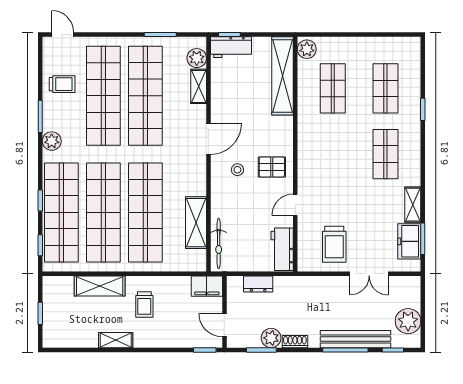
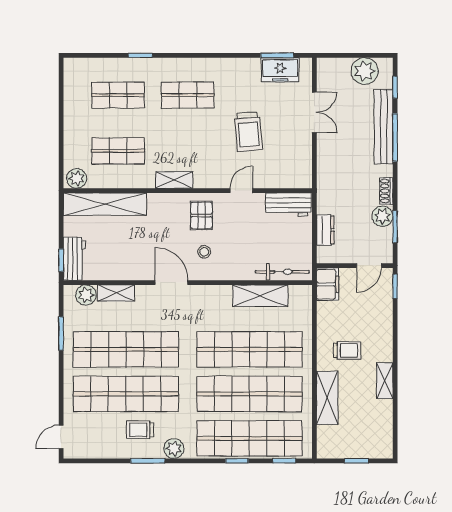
trolley: (62, 84) -> (140, 430), moved, turned -90
door: (295, 205) -> (241, 191), swing flipped
shelving: (413, 205) -> (174, 180), moved
trolley: (334, 244) -> (248, 132), moved, turned 85

